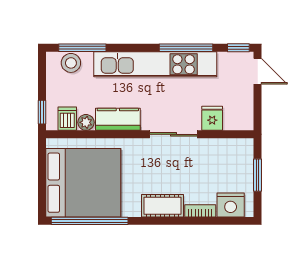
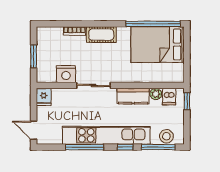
window: (238, 48) -> (125, 147), moved
fridge: (212, 118) -> (44, 97), moved
bed: (83, 183) -> (158, 45), width x0.73
nightstand: (231, 205) -> (66, 74), moved, turned 180

